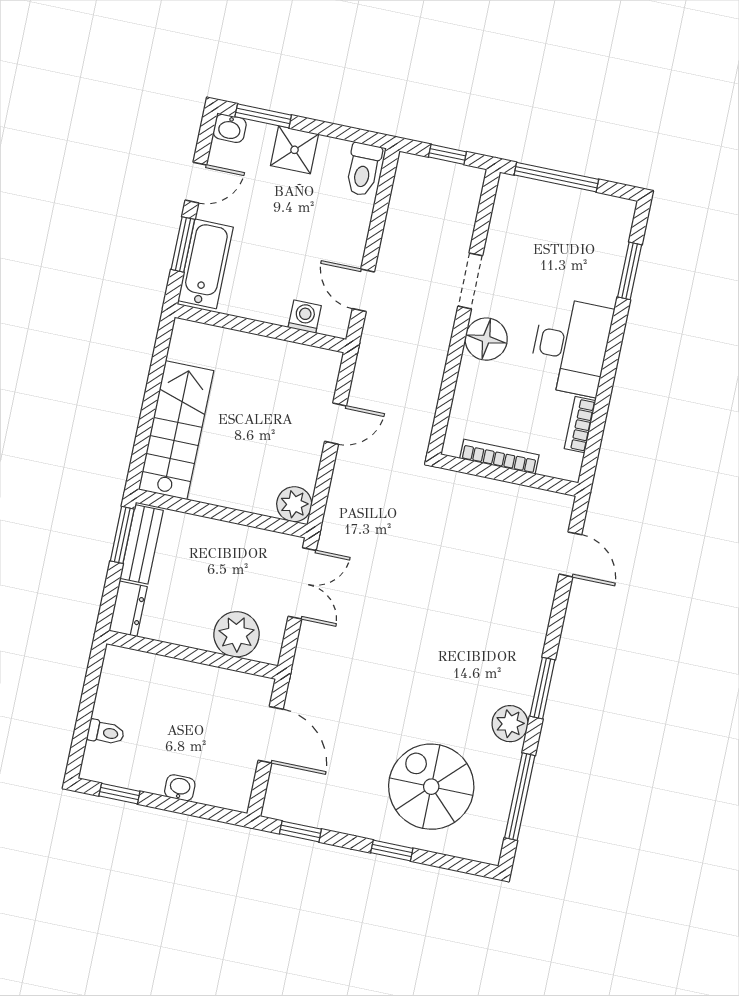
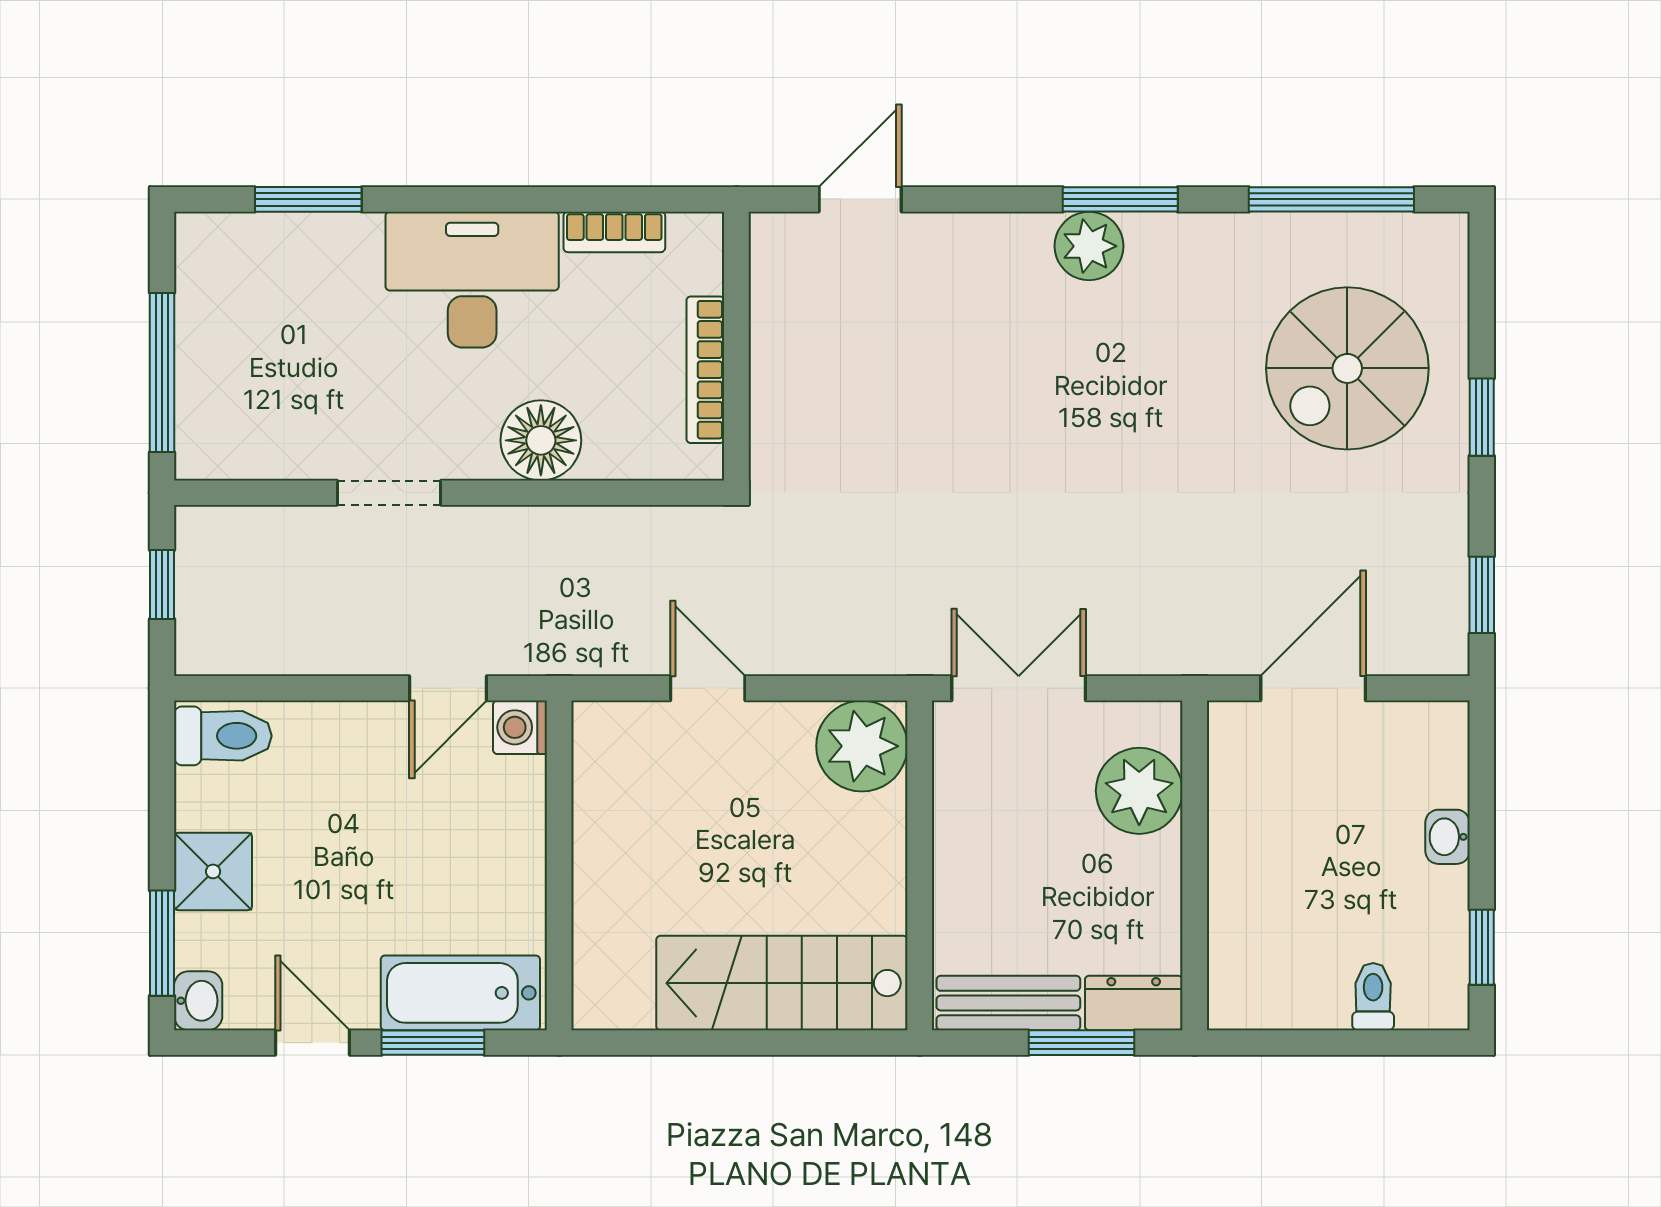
washing machine: (305, 317) -> (520, 727), moved
floor lamp: (486, 339) -> (541, 440), moved
plant: (294, 504) -> (862, 746), width x1.36, depth x1.36
window: (122, 535) -> (1082, 1043), moved
plant: (510, 724) -> (1089, 246), moved

